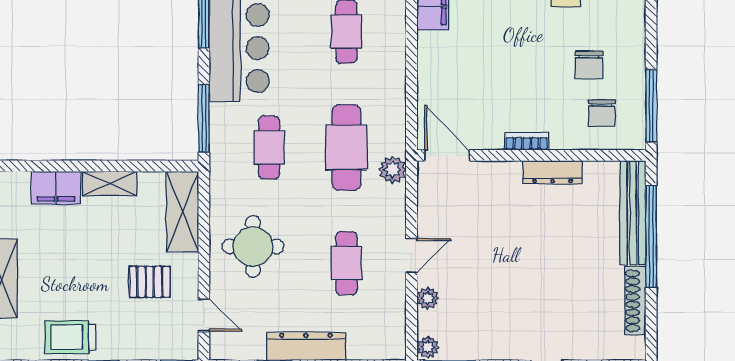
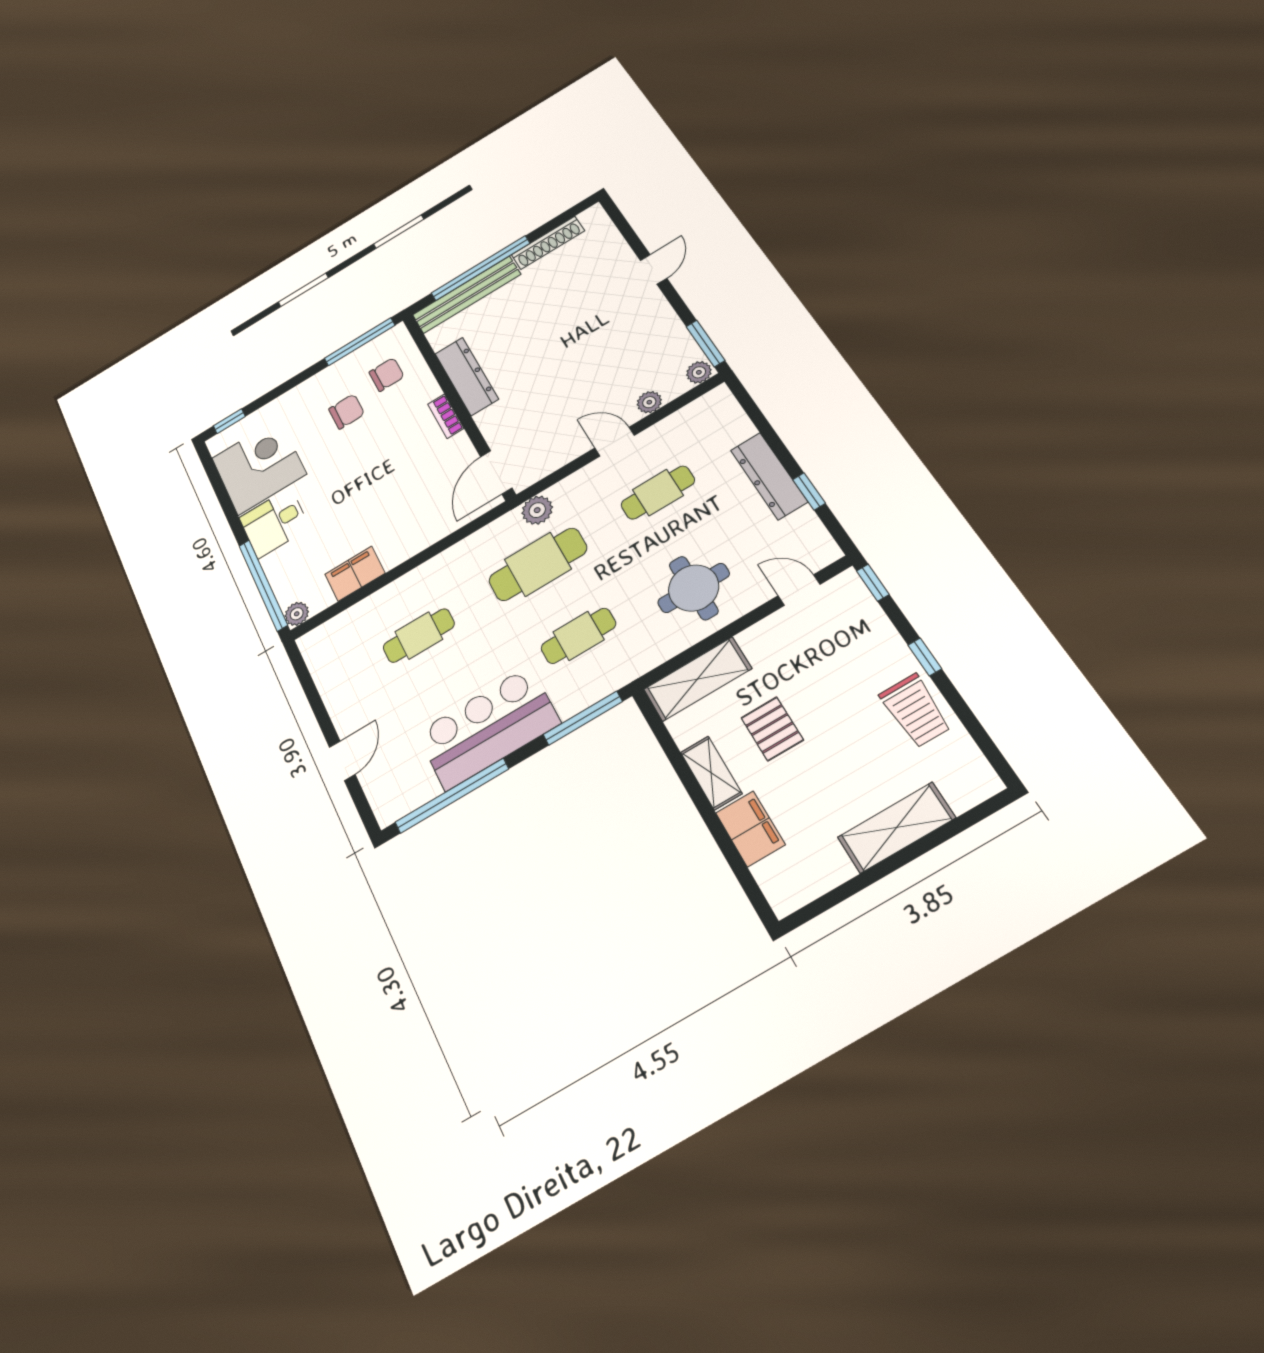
dresser: (553, 172) -> (467, 376), width x1.37, depth x1.24
pallet: (150, 282) -> (772, 729), moved
door: (204, 315) -> (799, 590), hinge flipped

